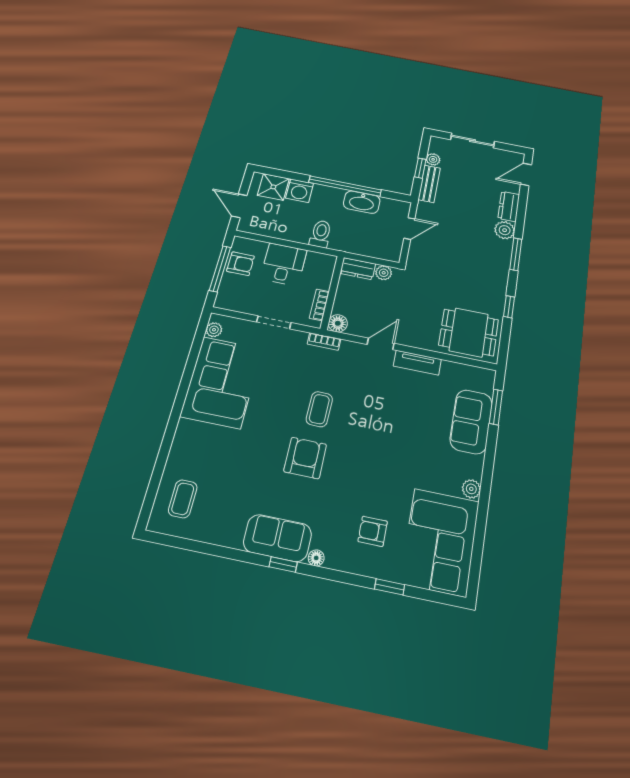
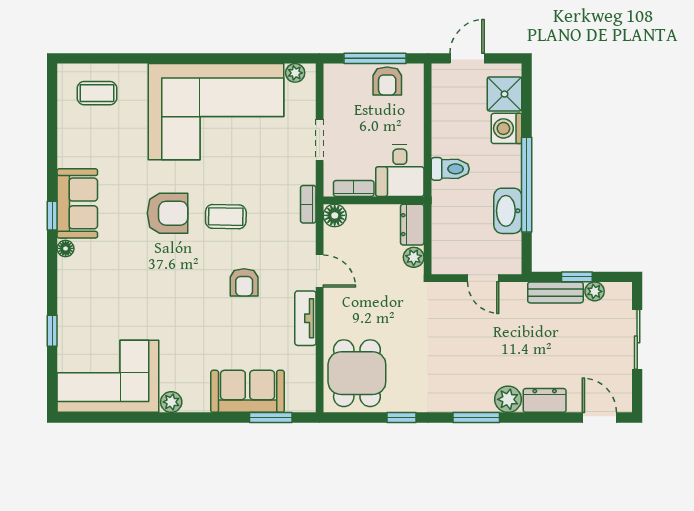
desk: (284, 264) -> (400, 171), moved, turned 90
corner sofa: (222, 382) -> (216, 112), width x1.36, depth x1.36
armchair: (373, 531) -> (244, 282), moved, turned 180

